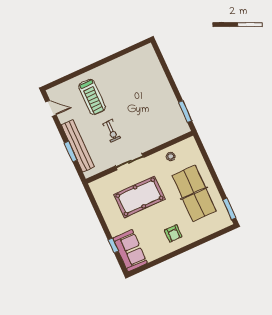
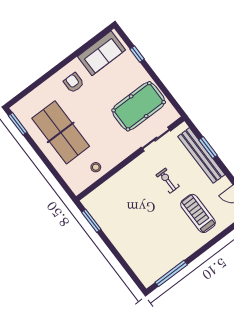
window: (127, 51) -> (171, 273), added
sliding door: (130, 162) -> (156, 139), moved
pool table: (139, 197) -> (139, 106), moved
sofa: (130, 251) -> (102, 53), moved, turned -90

